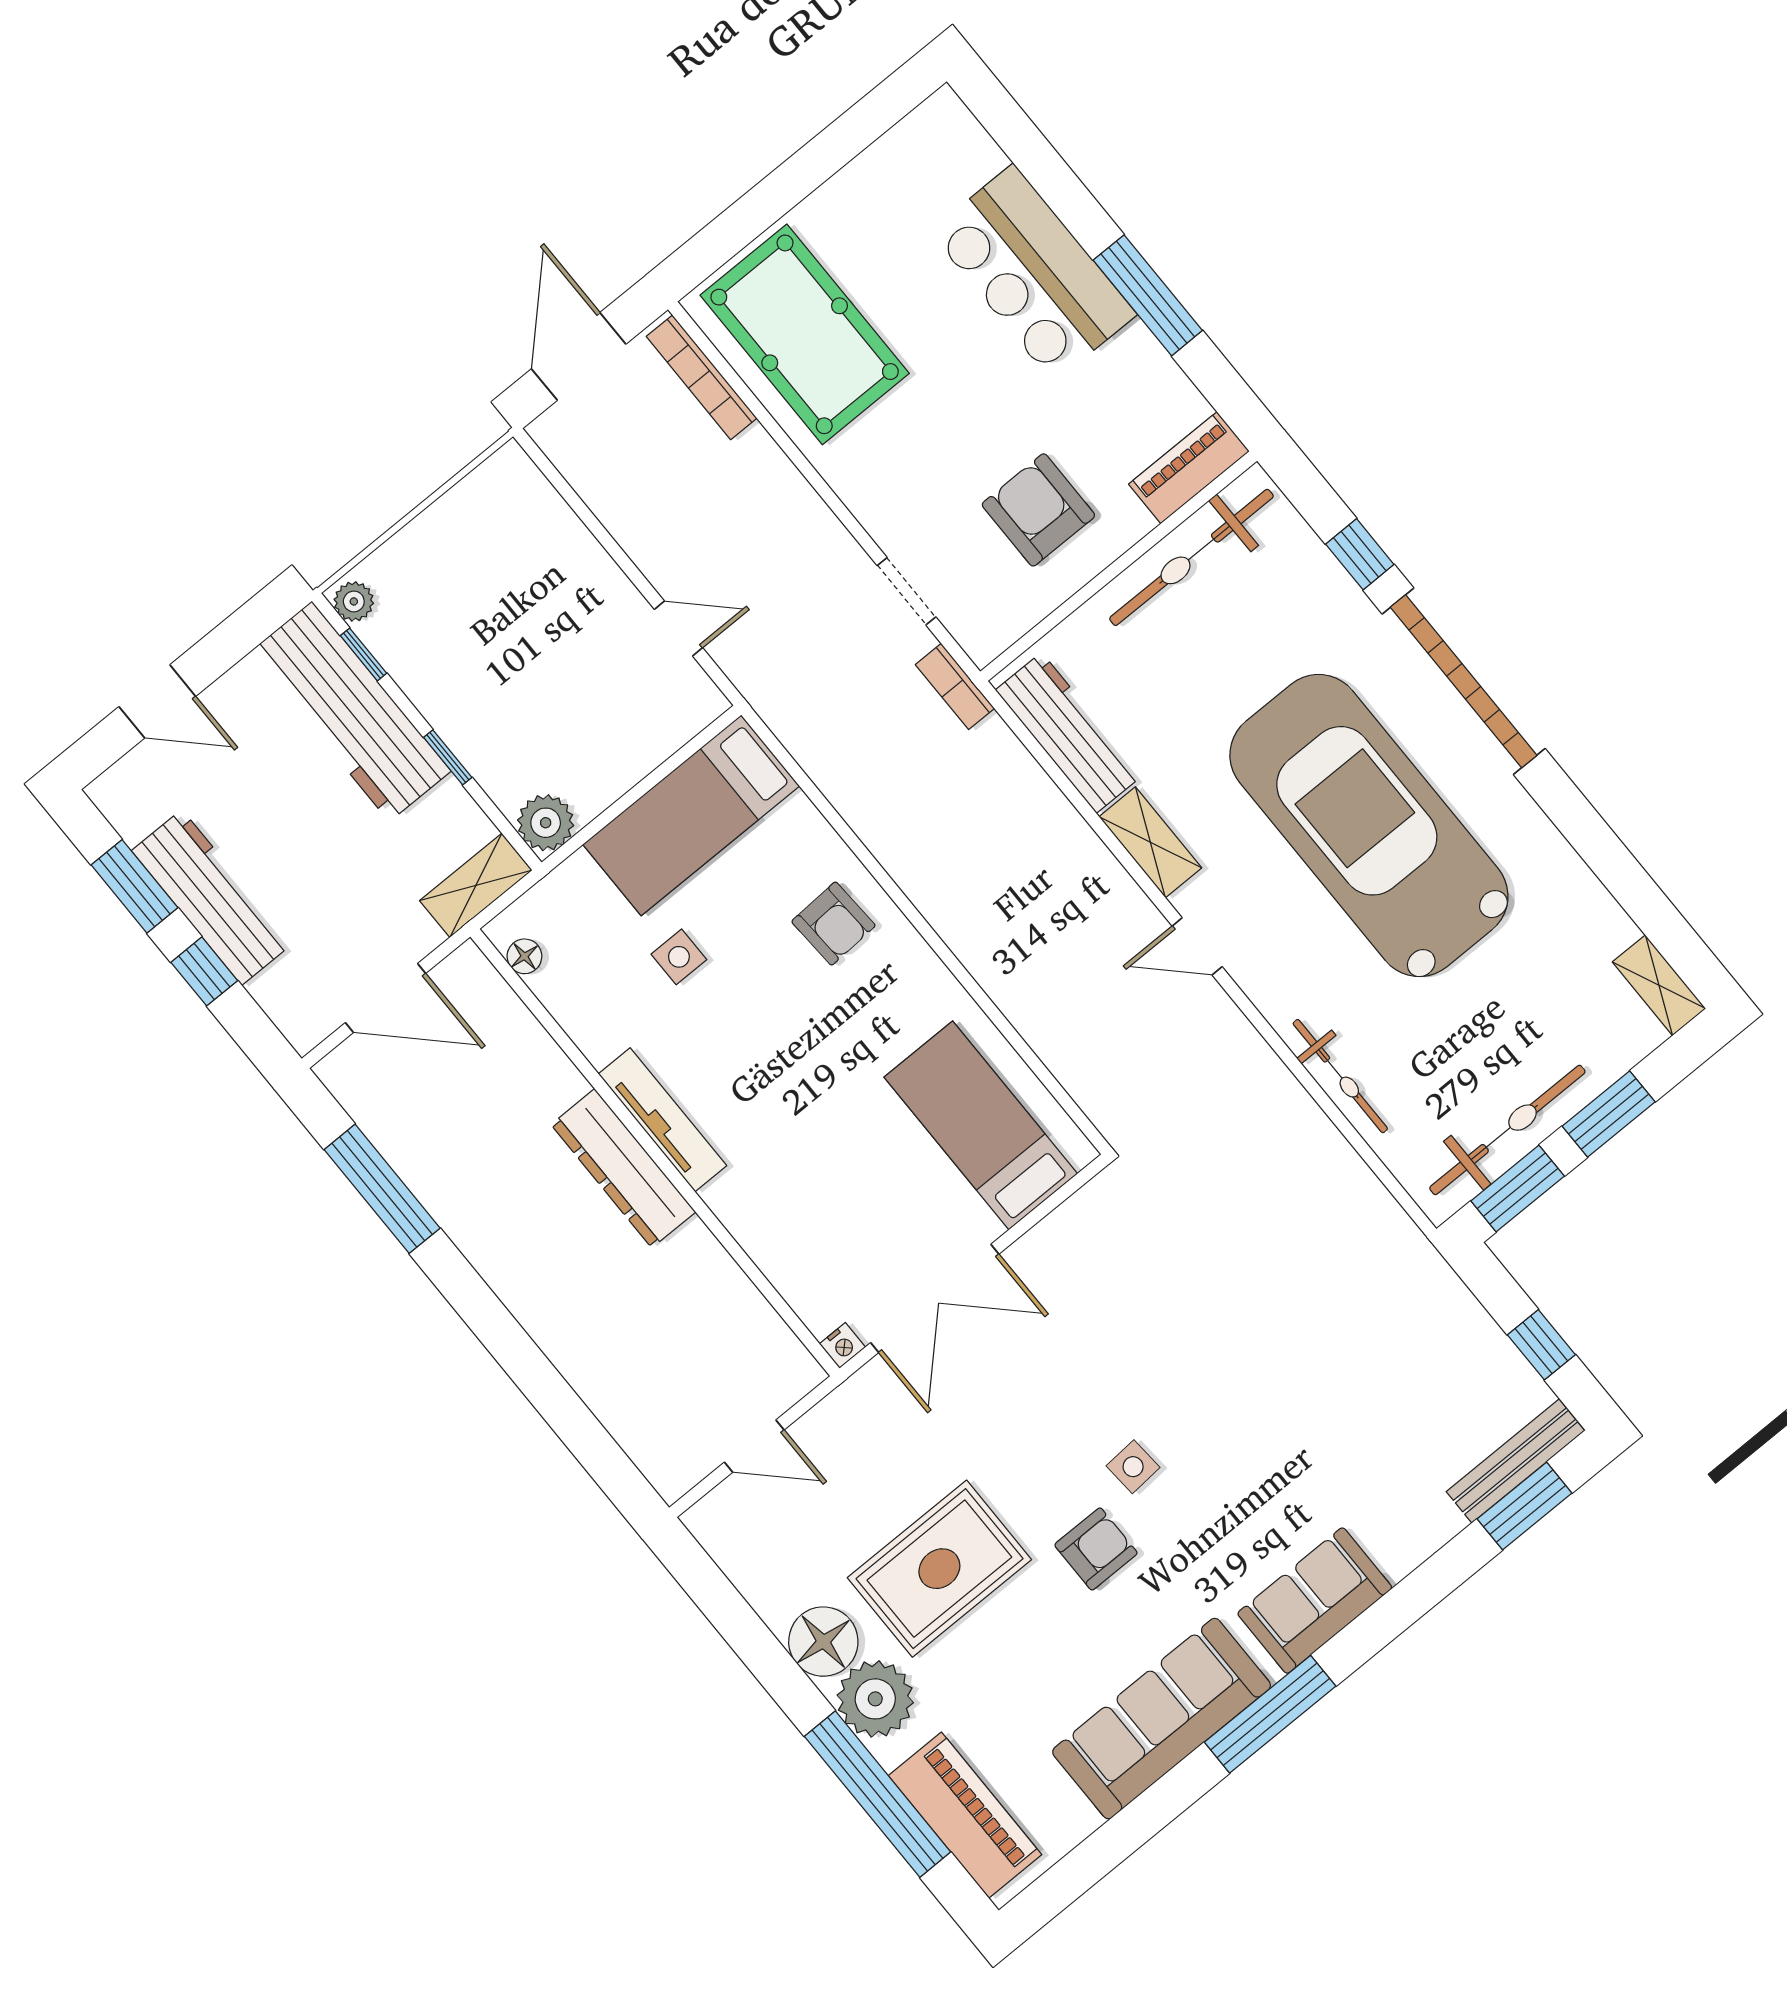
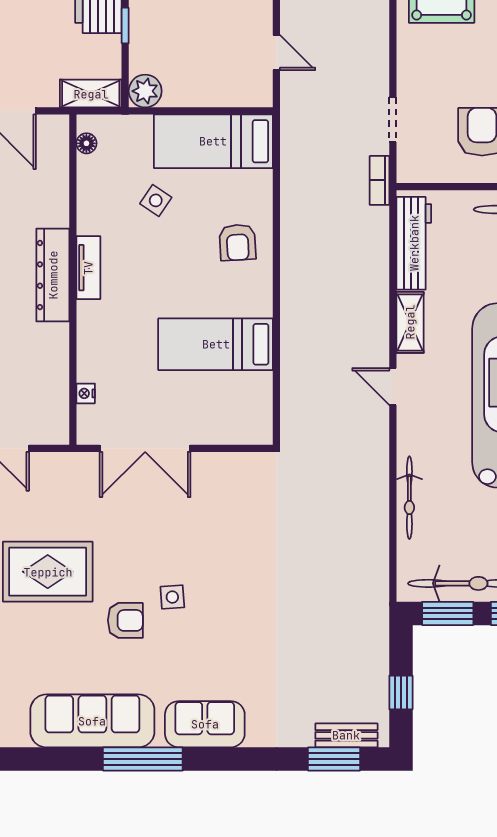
side table: (679, 957) -> (156, 200), turned 34
tv unit: (662, 1120) -> (88, 268), width x0.71
bed: (981, 1125) -> (216, 344), moved, turned -90
nightstand: (842, 1345) -> (86, 393), moved, turned 90
bench: (1516, 1461) -> (346, 735), width x0.73

